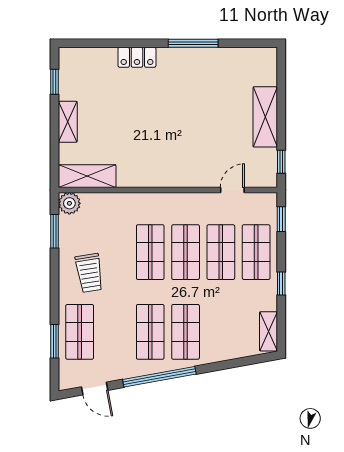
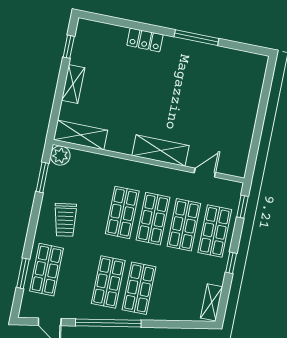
shelving: (265, 117) -> (160, 151), moved, turned 90
window: (281, 162) -> (253, 157), removed

